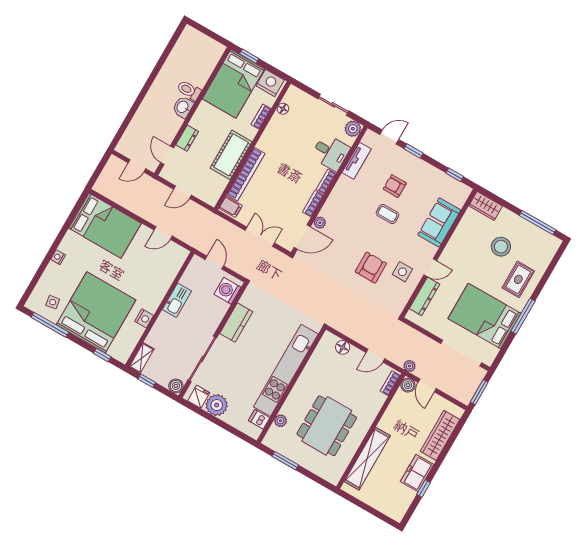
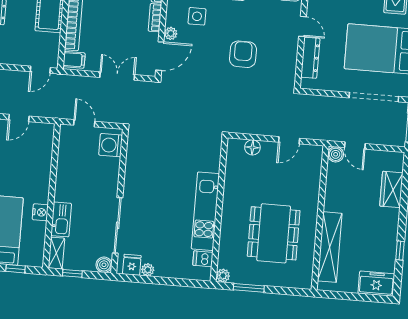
door: (183, 192) -> (40, 70), moved
door: (430, 268) -> (302, 26), hinge flipped
side table: (402, 272) -> (197, 16), moved
kitchen sink: (177, 300) -> (61, 219), moved
kitchen counter: (236, 323) -> (134, 173), removed
plant: (409, 366) -> (328, 134), removed
kitchen unit: (286, 370) -> (205, 211), width x0.73
bookcase: (390, 383) -> (317, 161), removed
plant: (217, 405) -> (148, 270), width x0.53, depth x0.53
plant: (280, 421) -> (223, 276), moved
wardrobe: (440, 435) -> (391, 189), width x0.67
freezer: (417, 473) -> (376, 284), moved, turned 90

